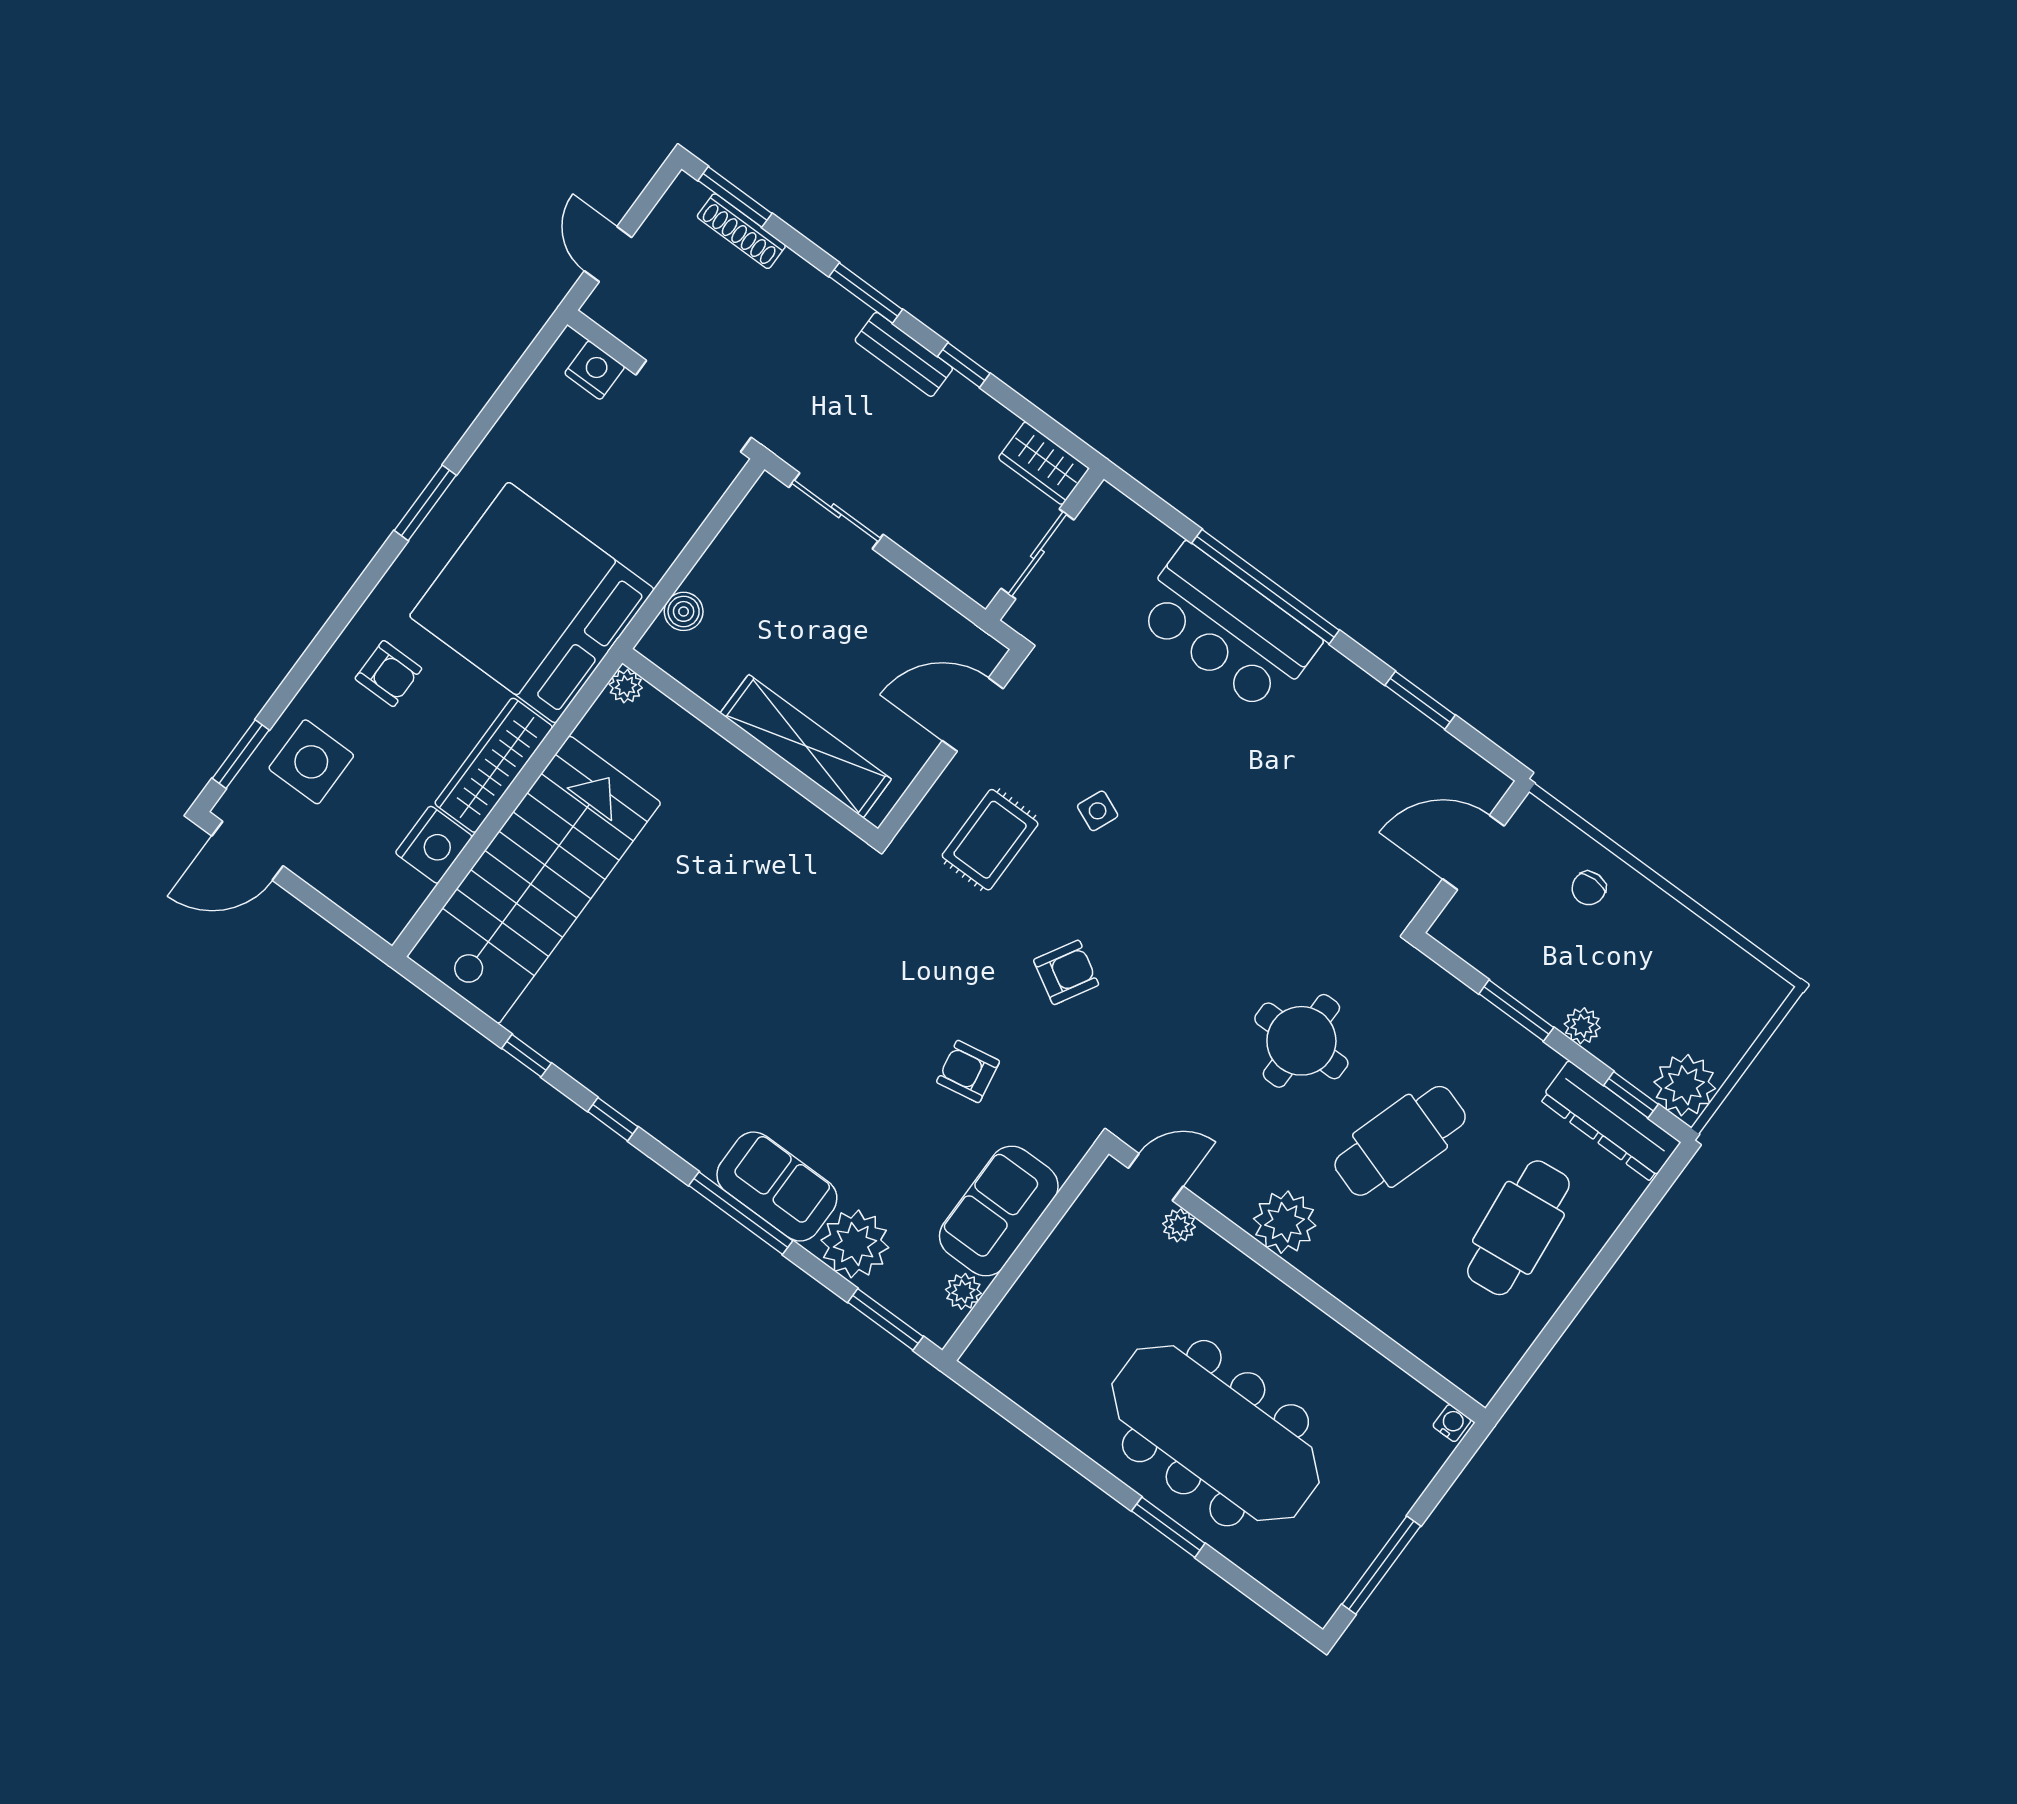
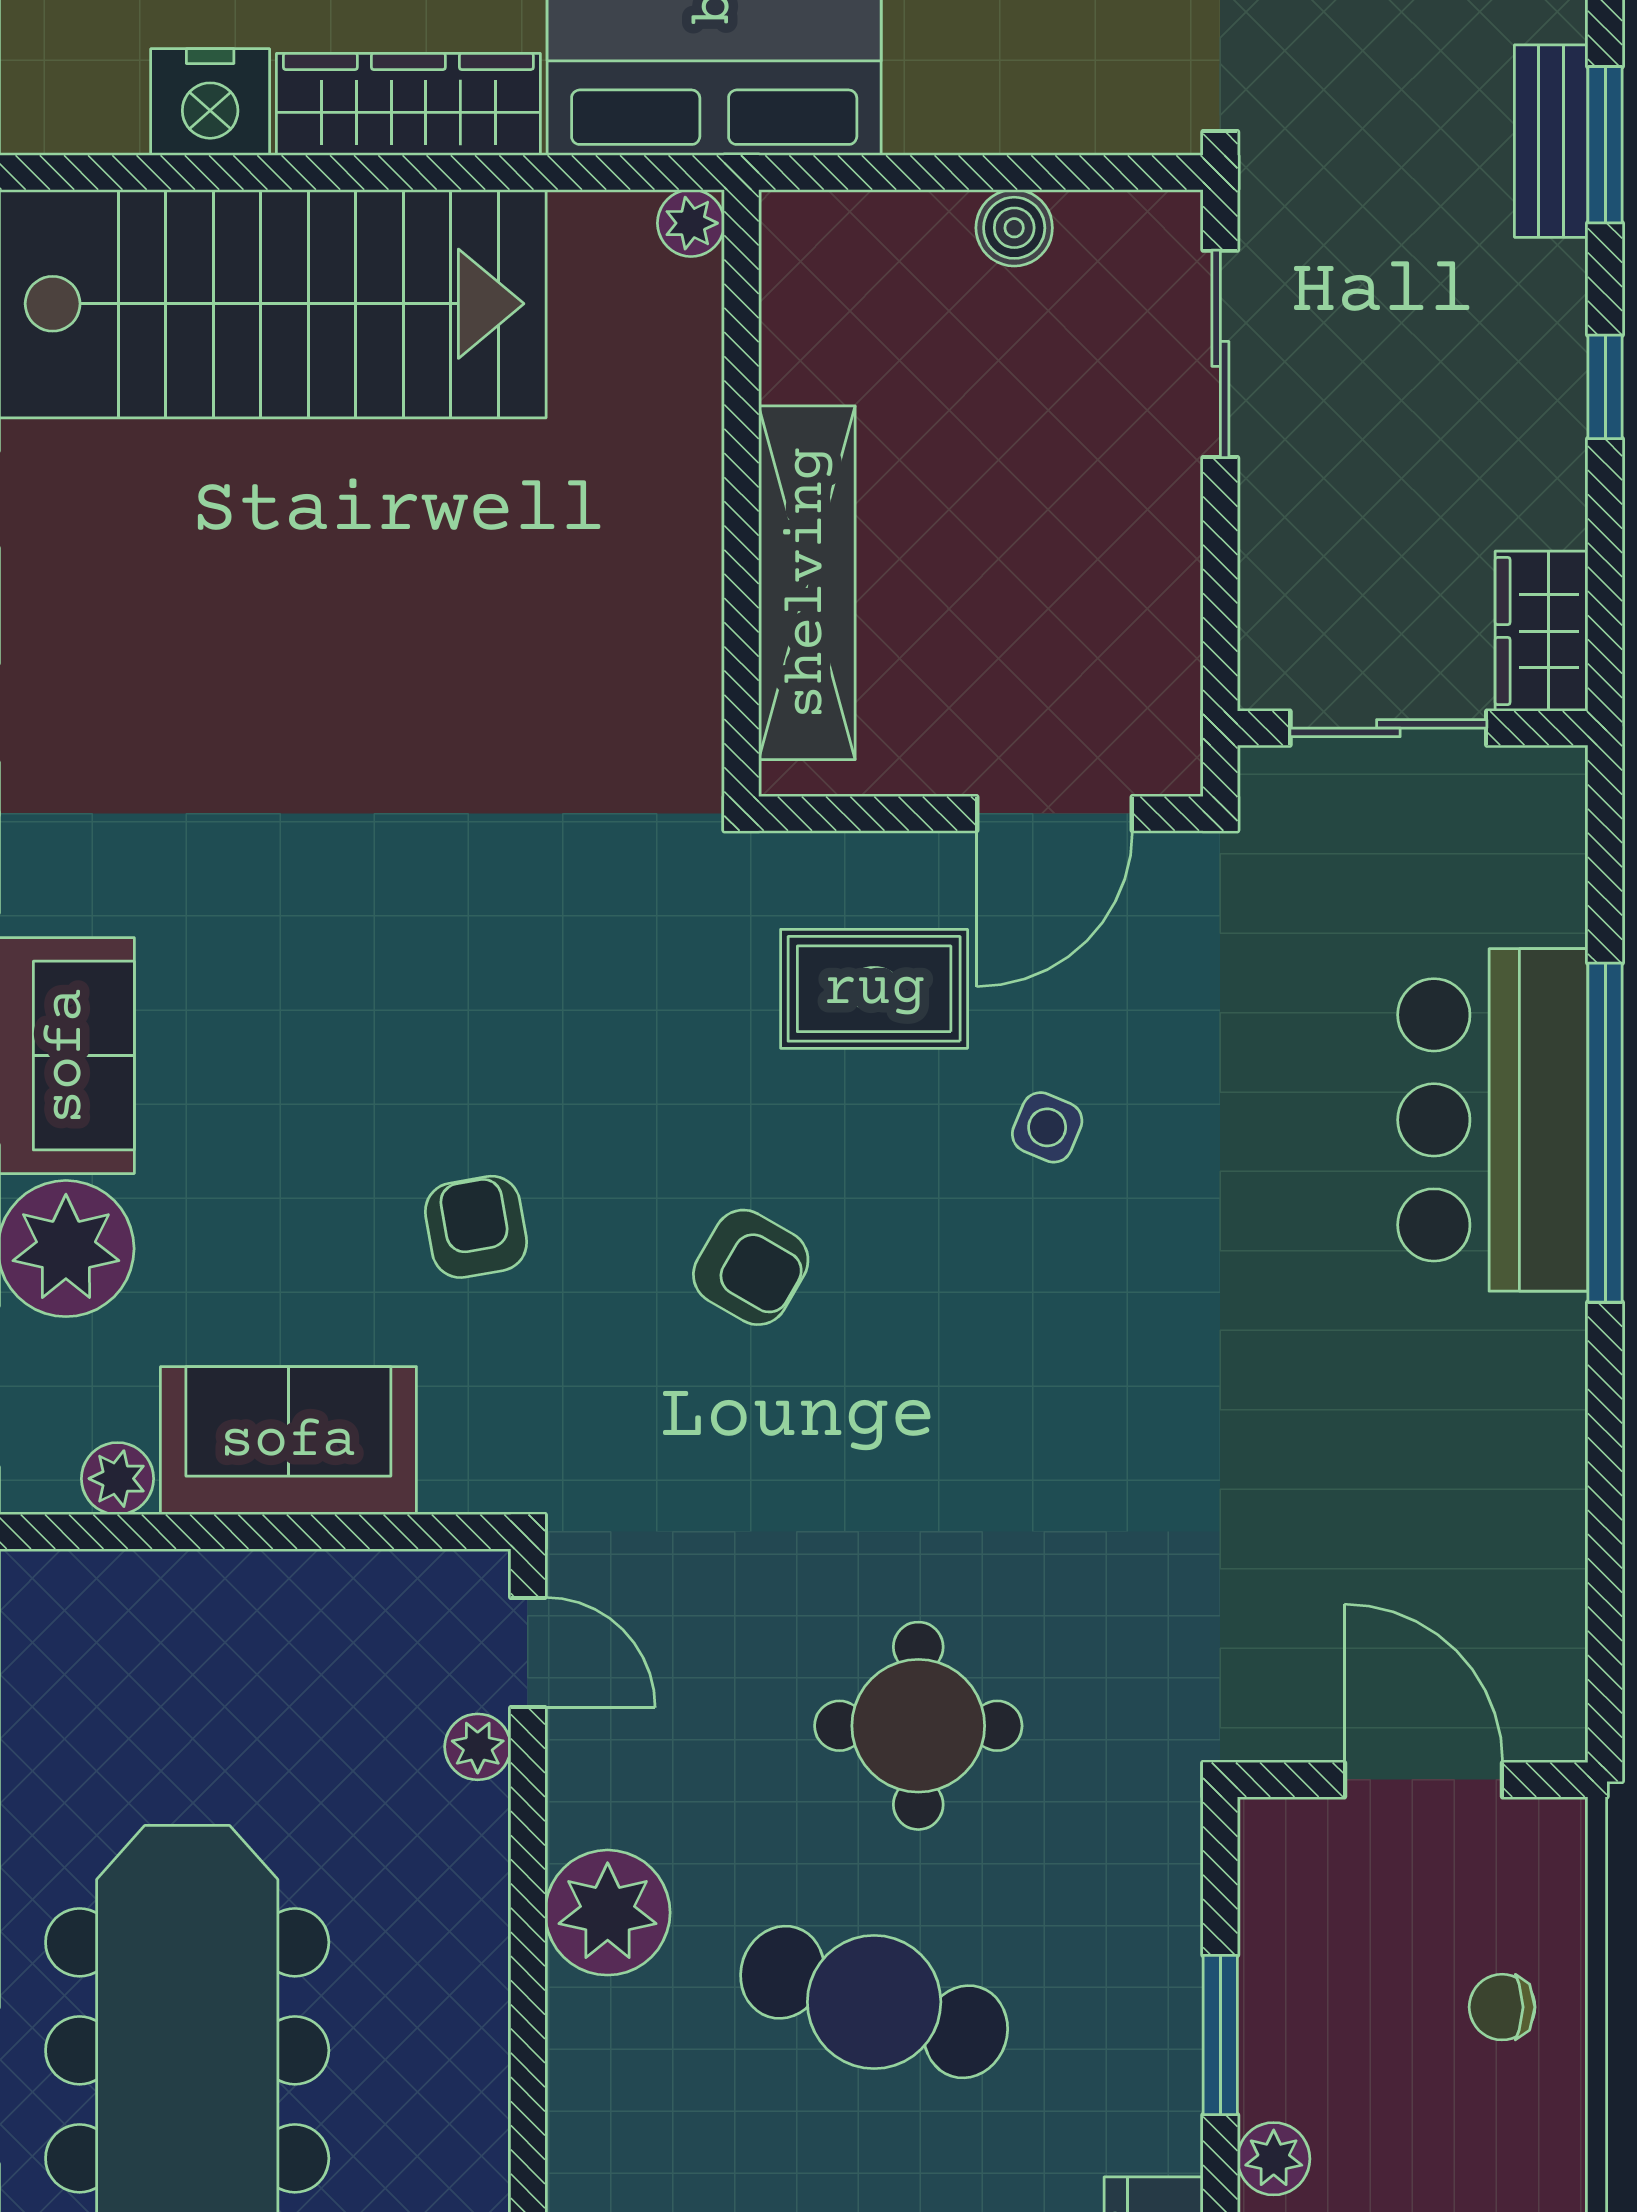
bench: (904, 354) -> (1551, 141), moved
boiler: (684, 611) -> (1014, 228), moved
window: (1420, 700) -> (1605, 1515), removed
door: (973, 715) -> (1055, 814), swing flipped

